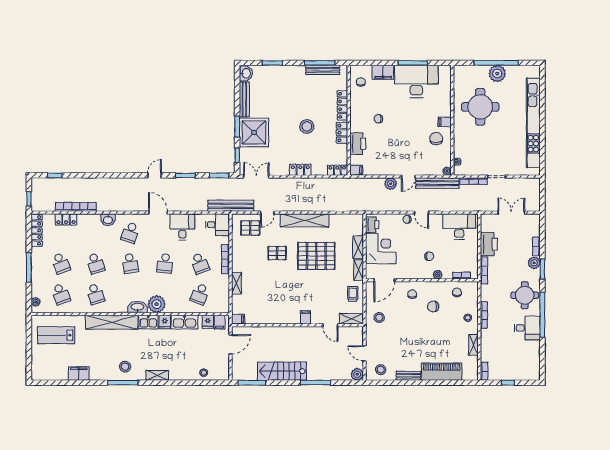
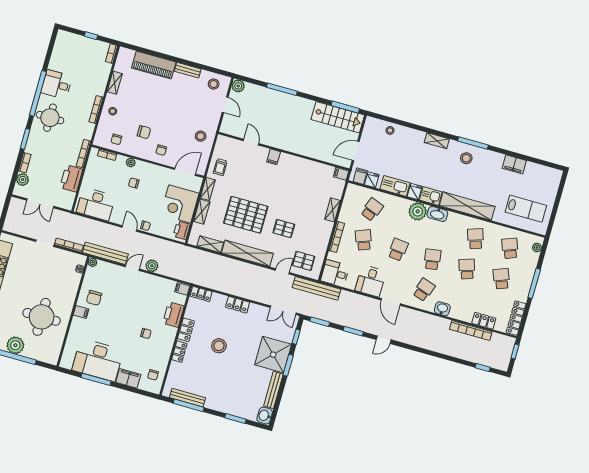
locker: (342, 105) -> (179, 352), width x0.66
plant: (534, 263) -> (23, 180), moved
shelving: (351, 319) -> (210, 244), moved
stairs: (282, 371) -> (338, 117), moved

